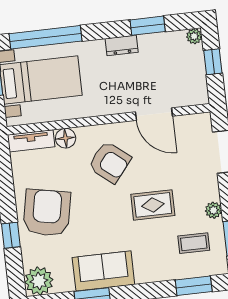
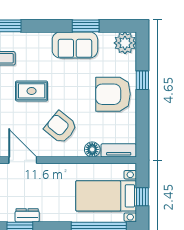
dresser: (122, 45) -> (27, 215), moved
armchair: (47, 213) -> (113, 94), turned 79

